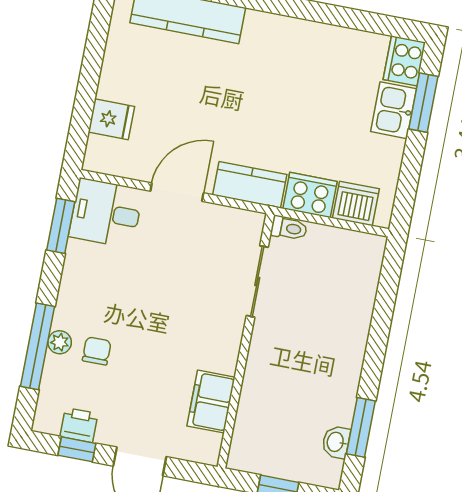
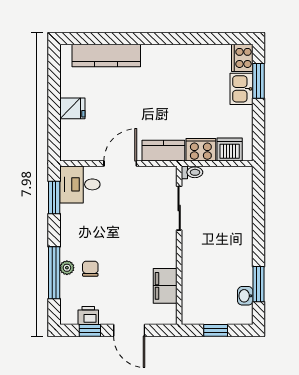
fridge: (111, 119) -> (72, 108), moved

